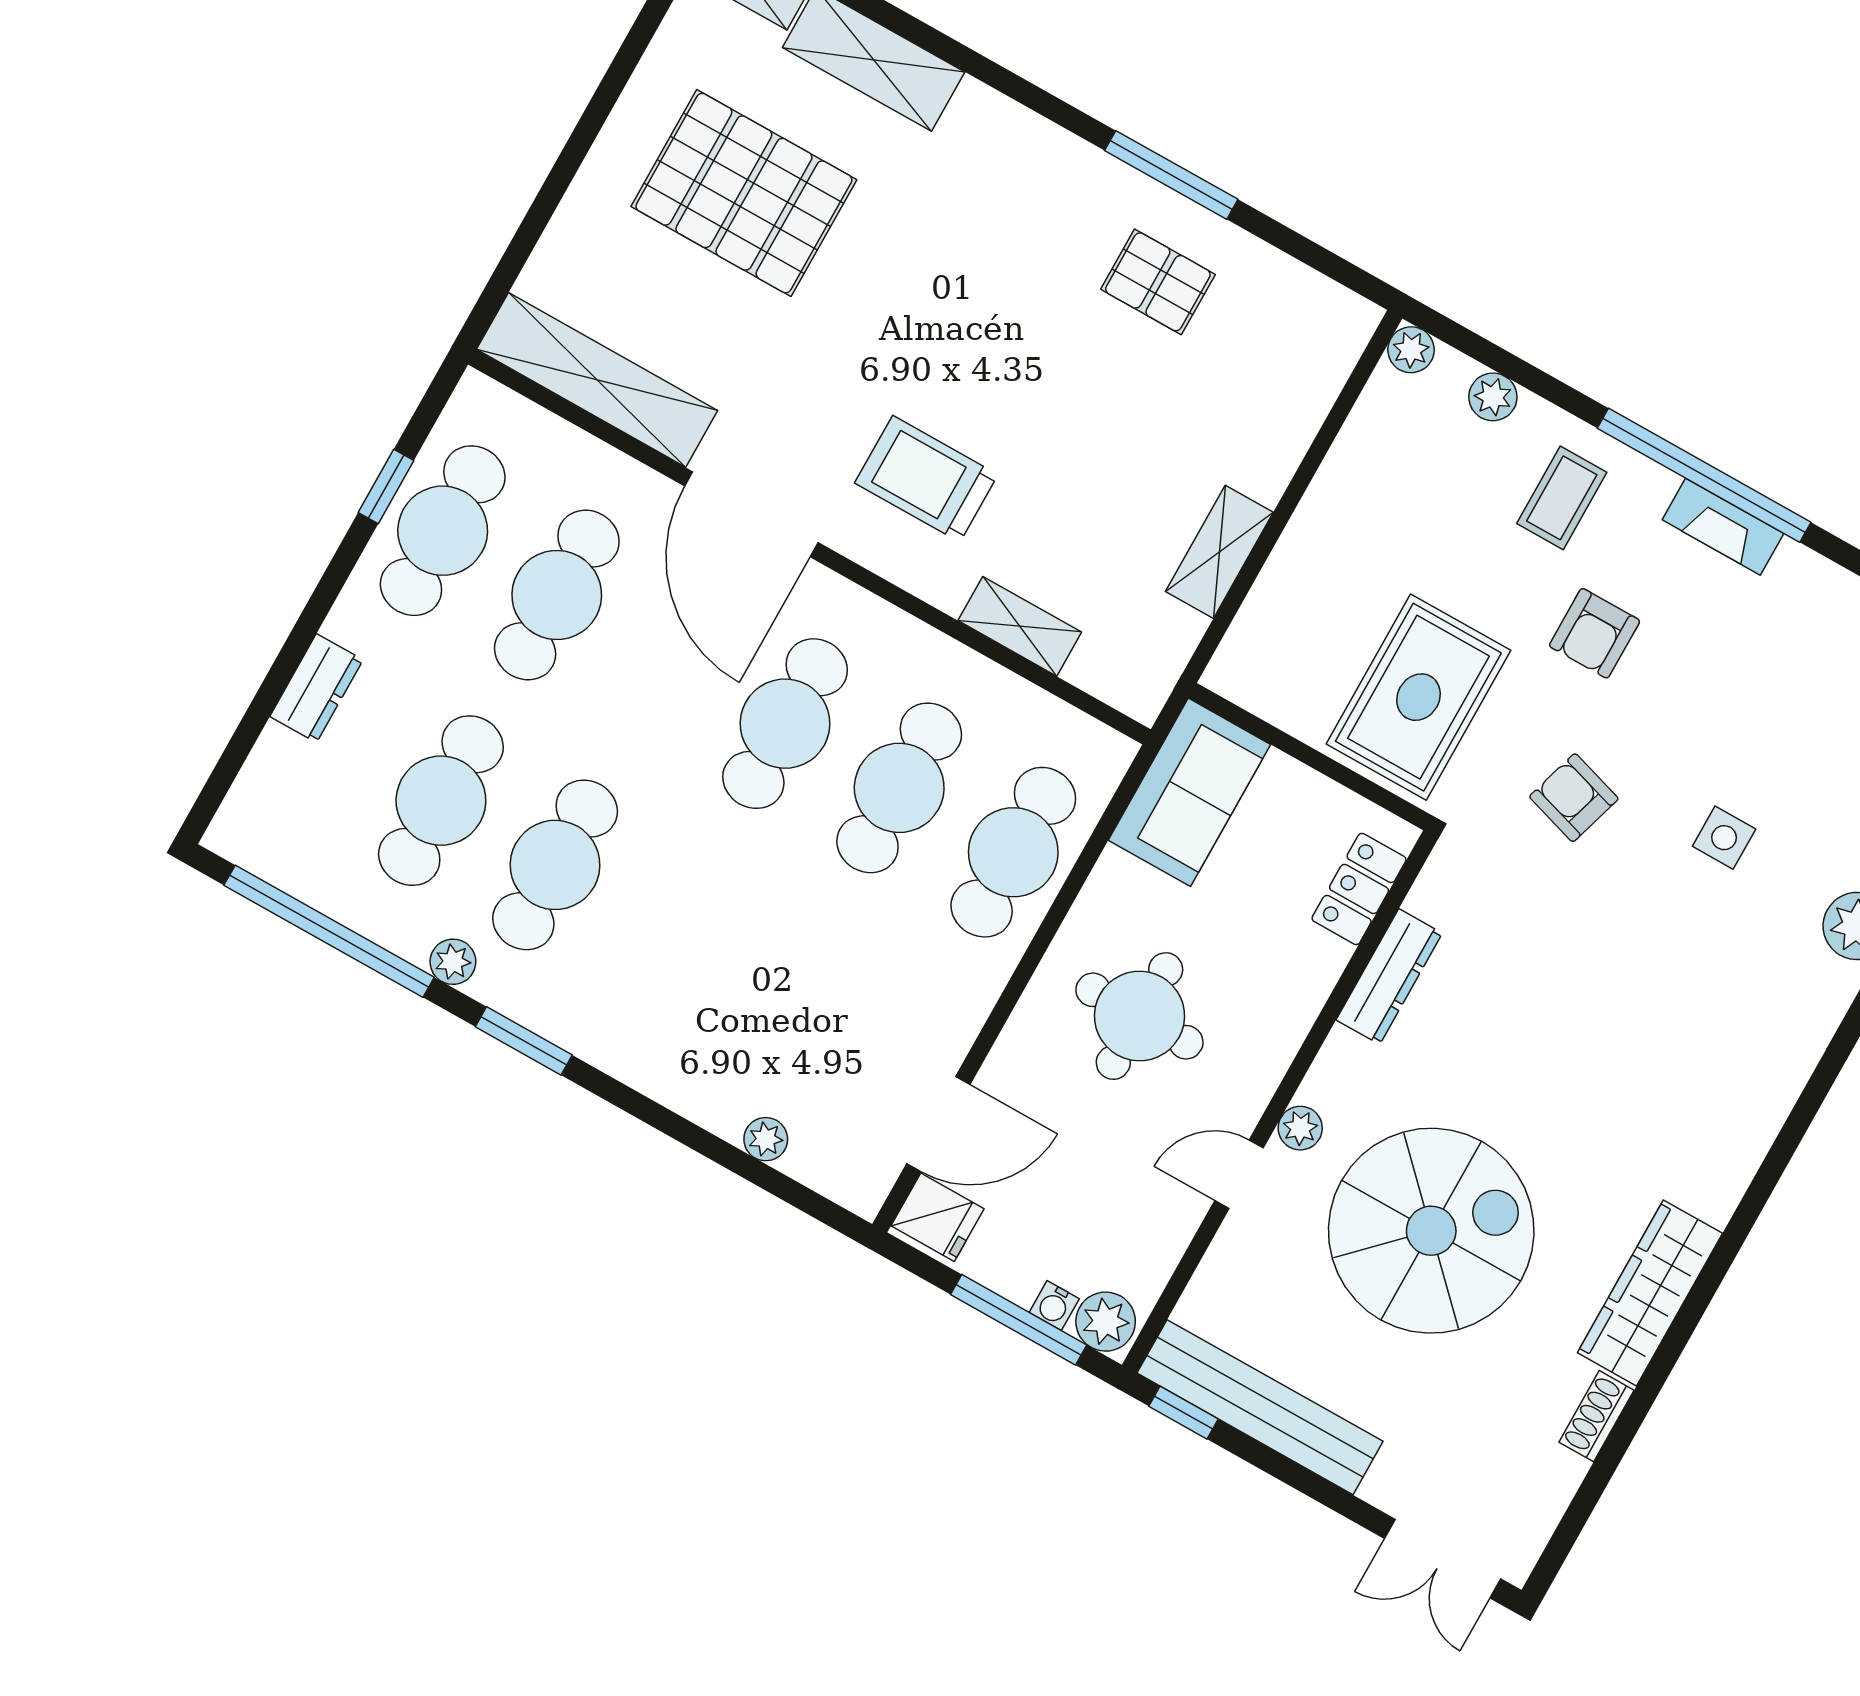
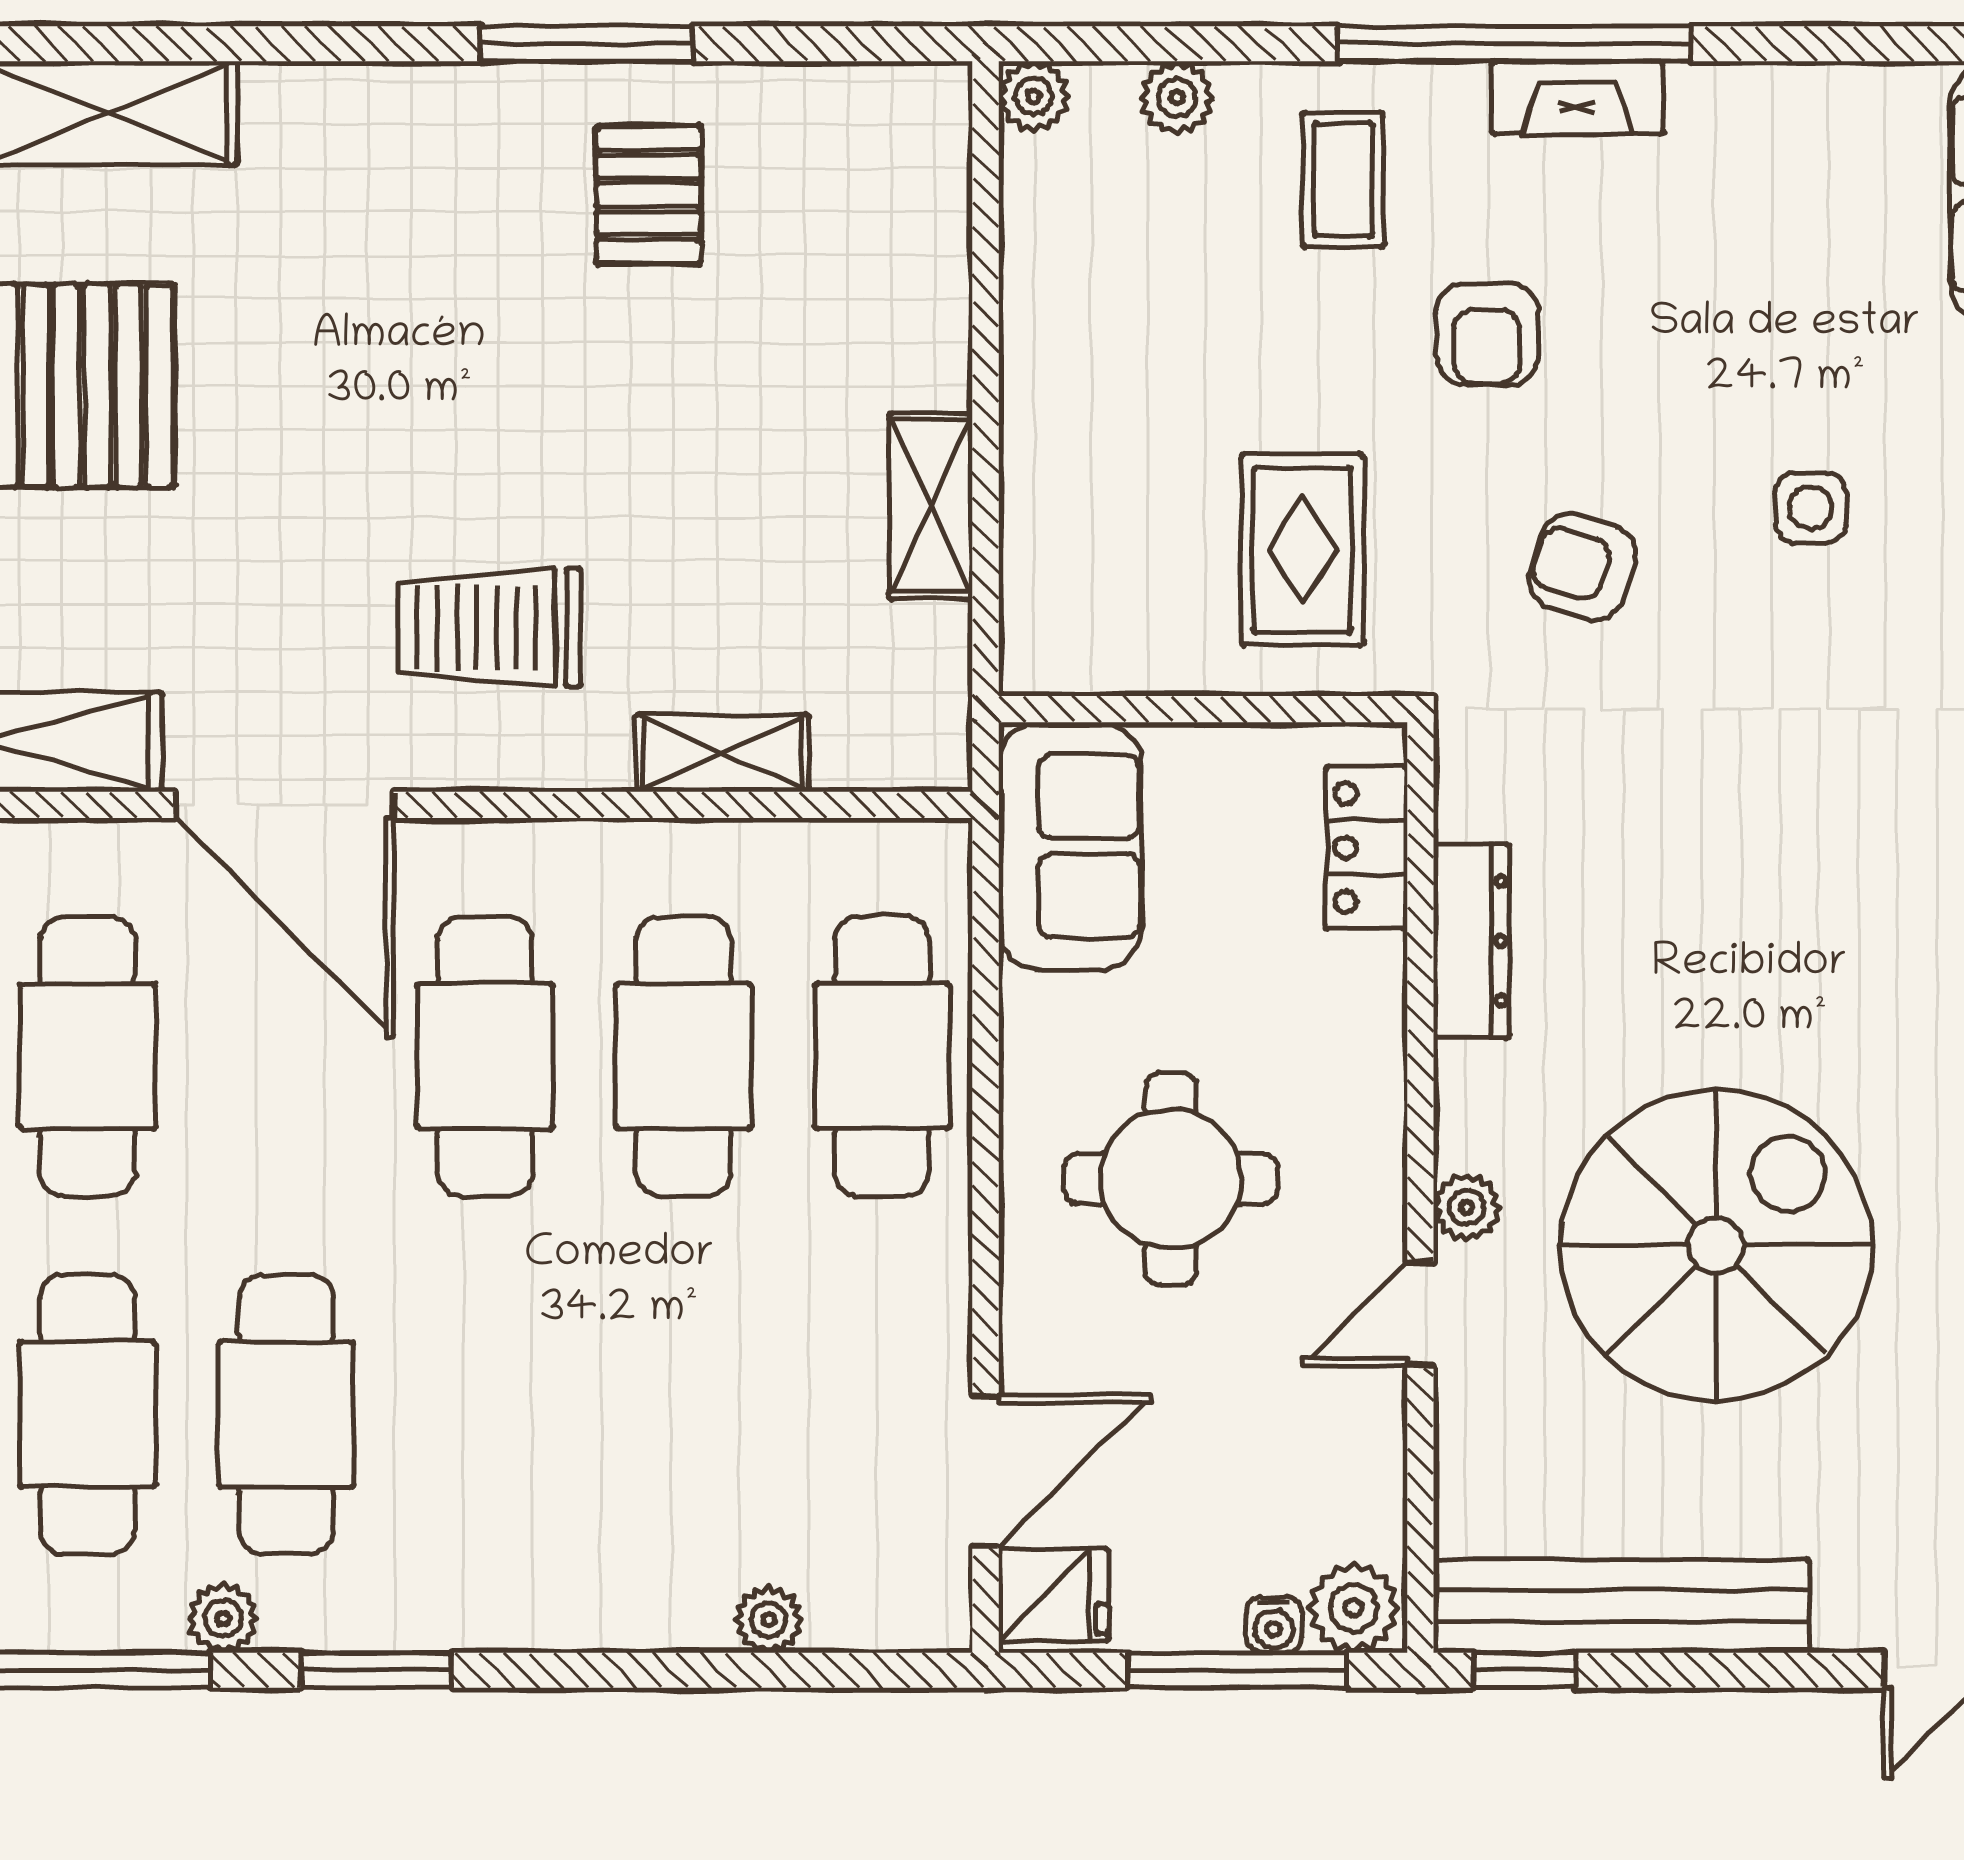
pallet: (1158, 282) -> (649, 195), turned 90
rug: (1418, 697) -> (1302, 550), width x0.73, depth x0.70

